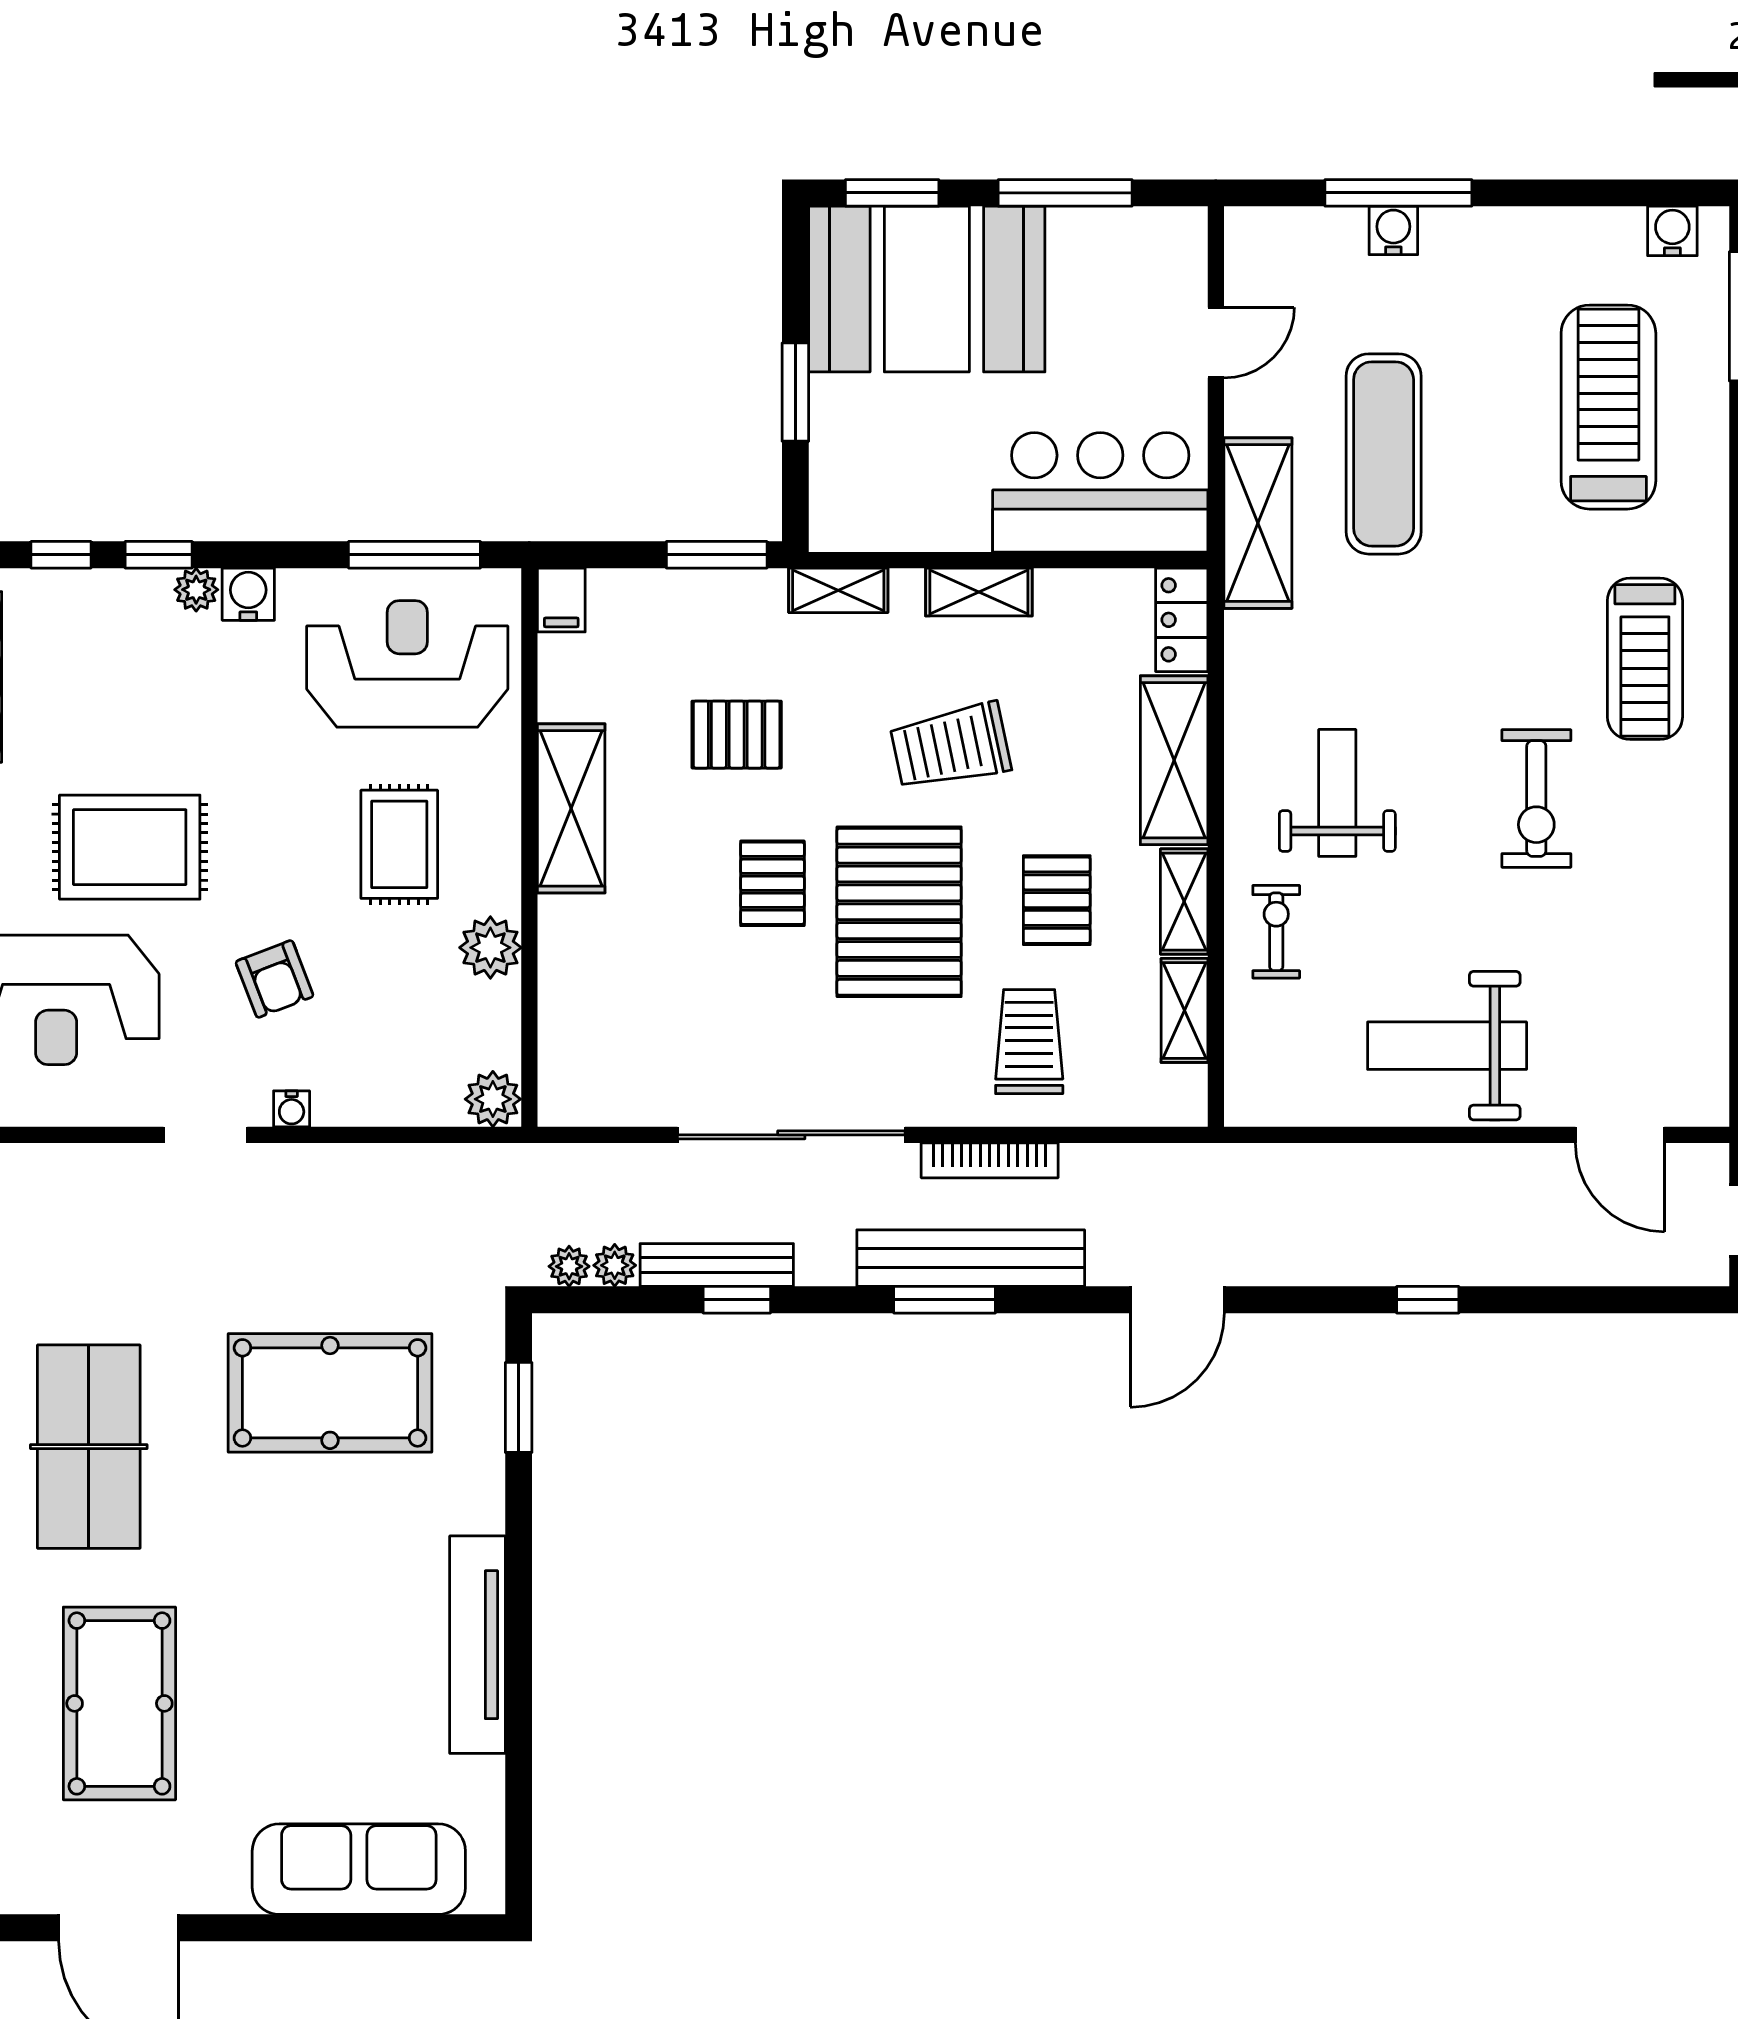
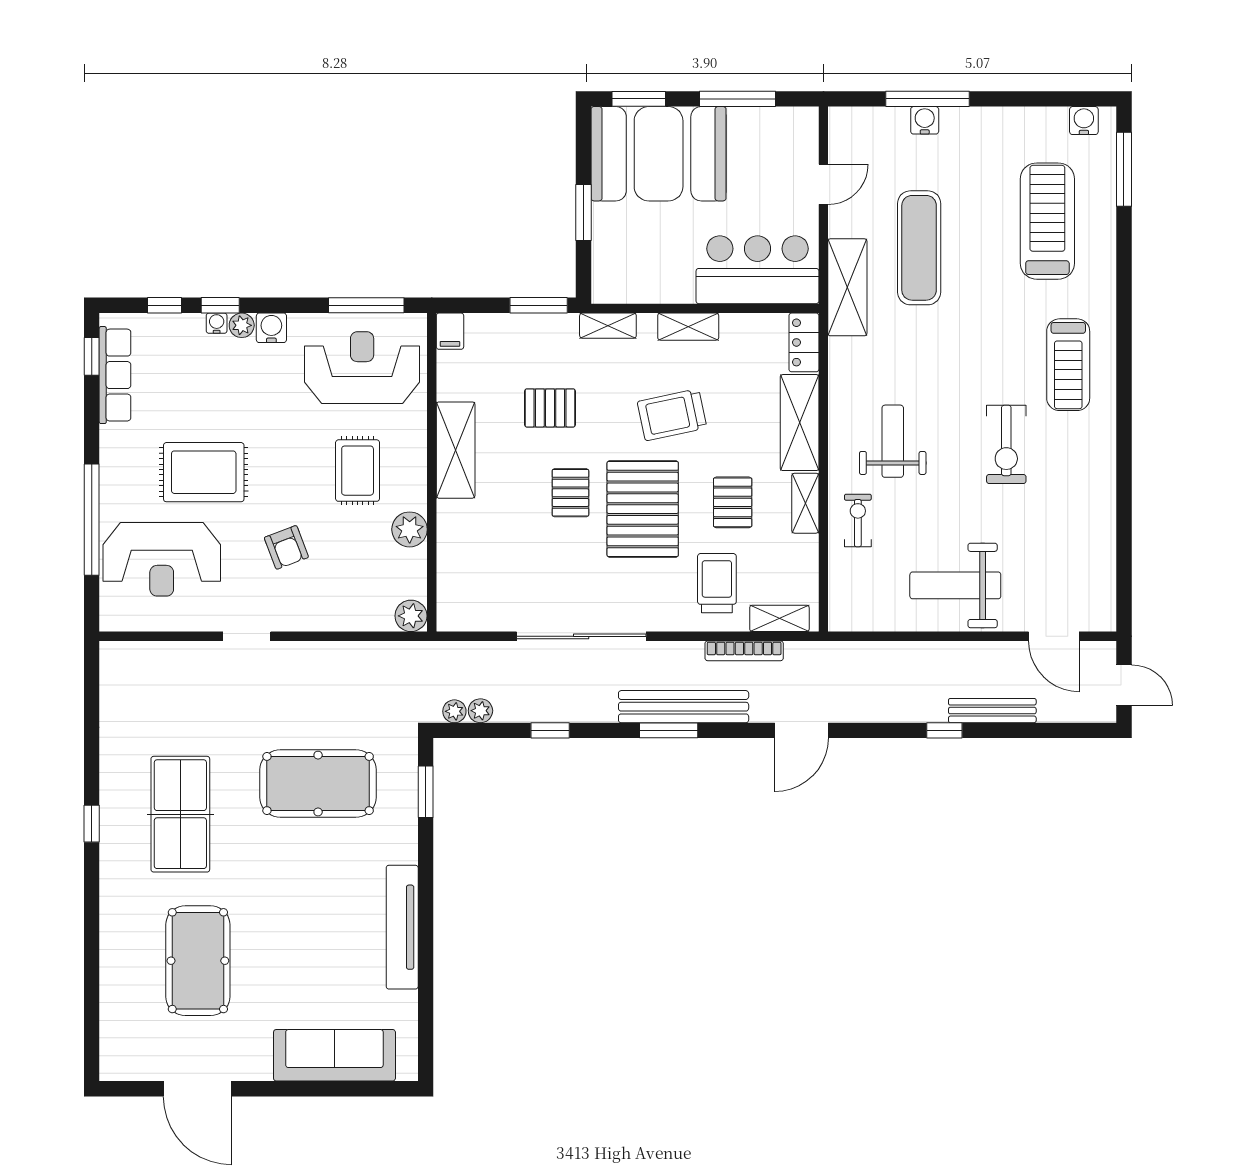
shelving: (1184, 1010) -> (779, 618), moved, turned 90
water cooler: (292, 1109) -> (217, 323), moved, turned 180
bookcase: (990, 1160) -> (744, 651), moved
bench: (717, 1265) -> (992, 711), moved

